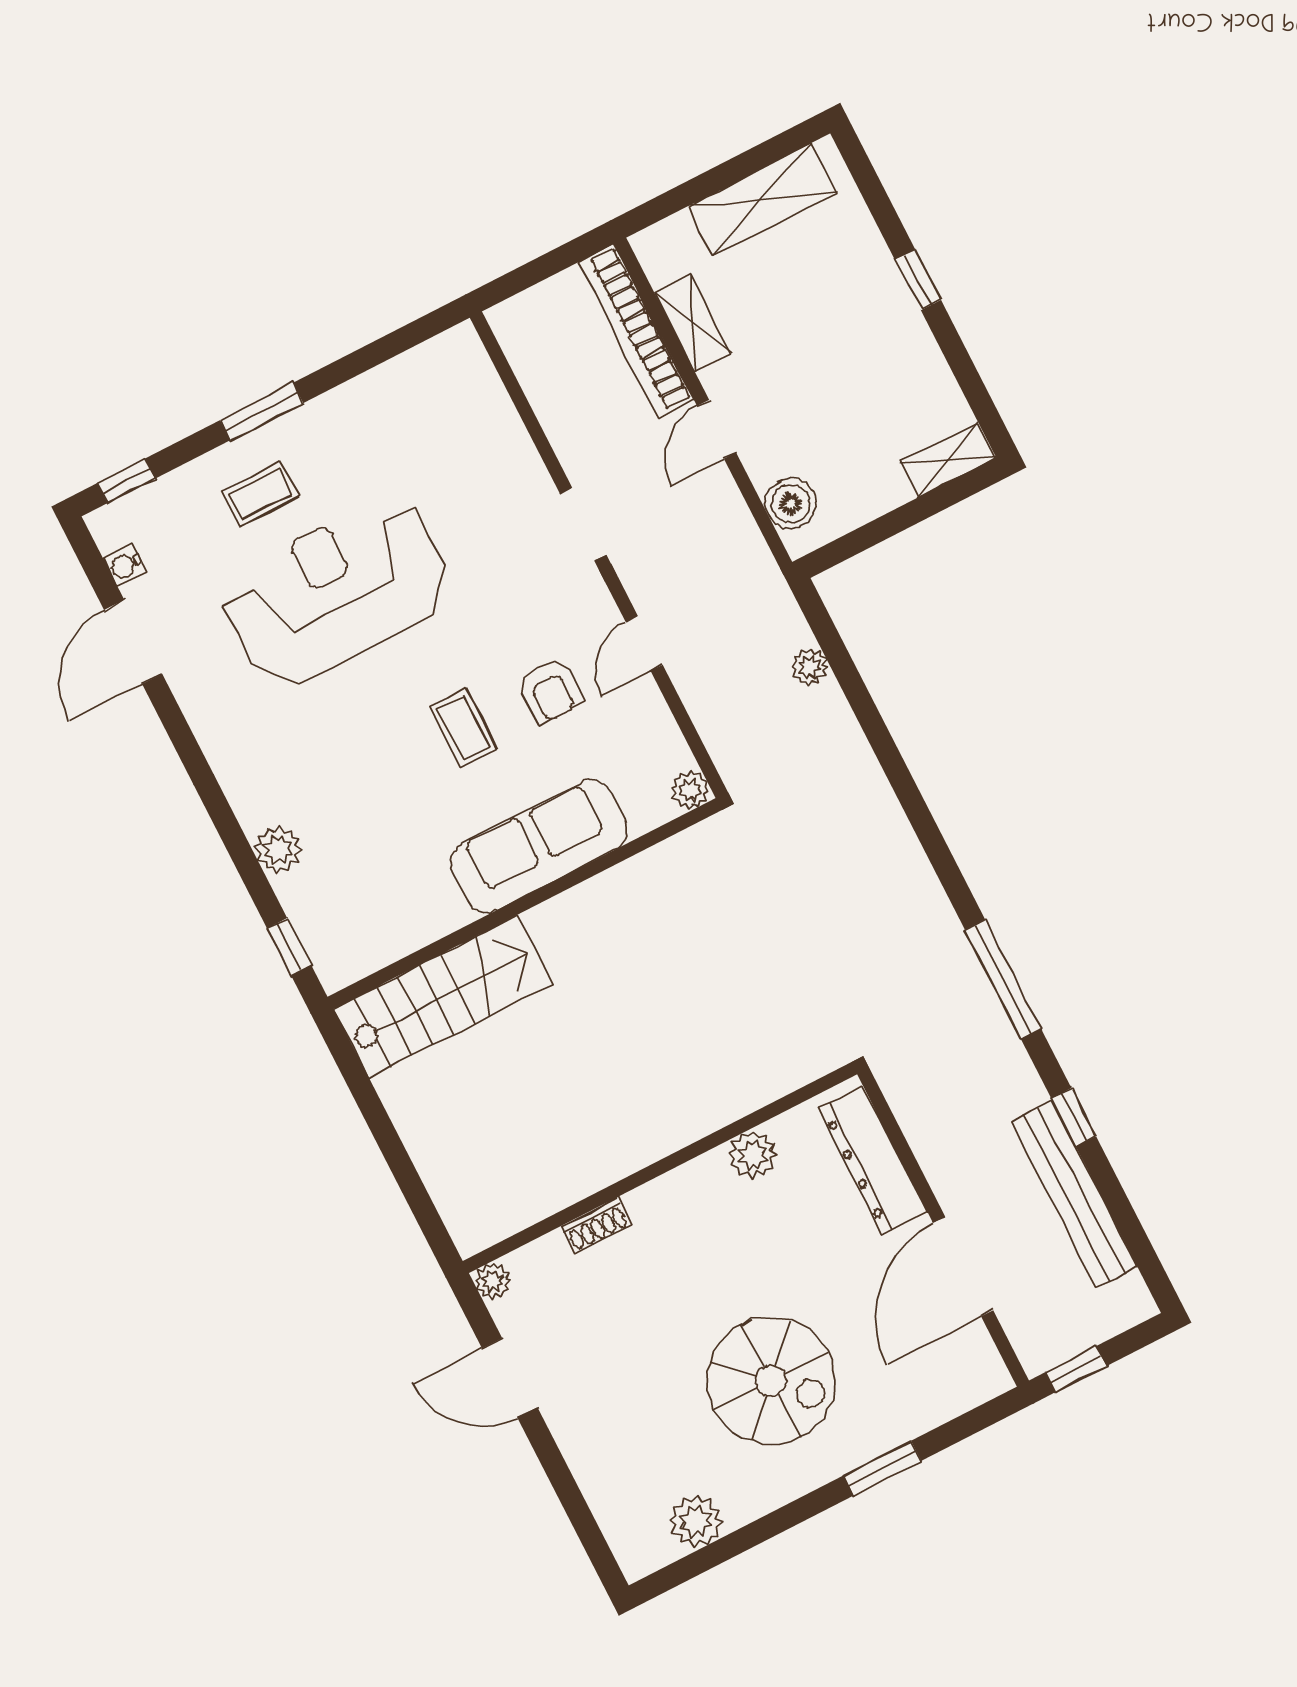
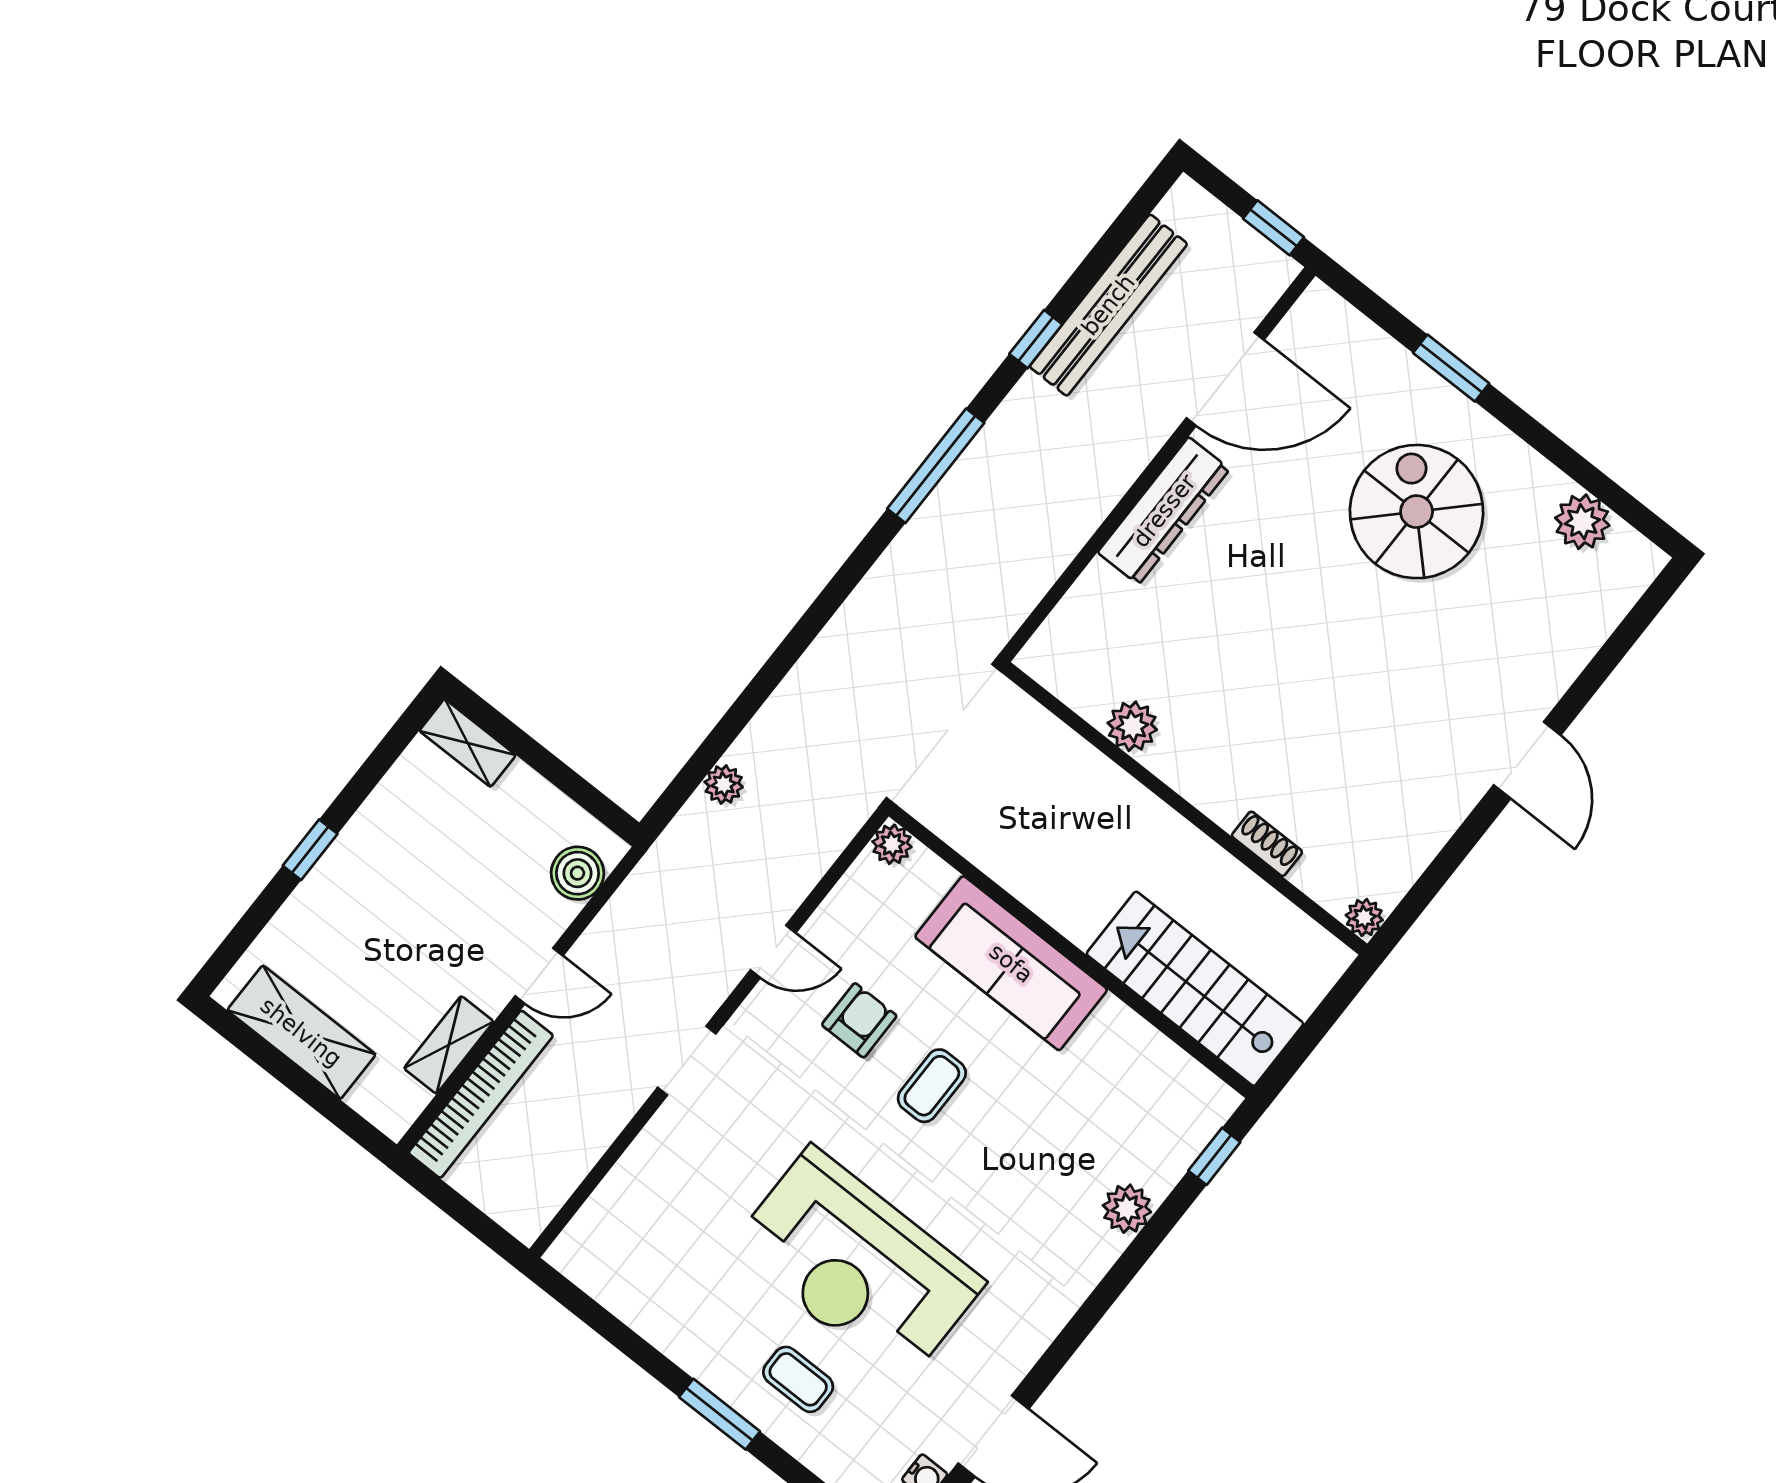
plant: (752, 1155) -> (1132, 726), moved
wall: (660, 1168) -> (1185, 808), moved
shoe rack: (596, 1225) -> (1267, 844), moved
plant: (493, 1281) -> (1364, 917), moved

